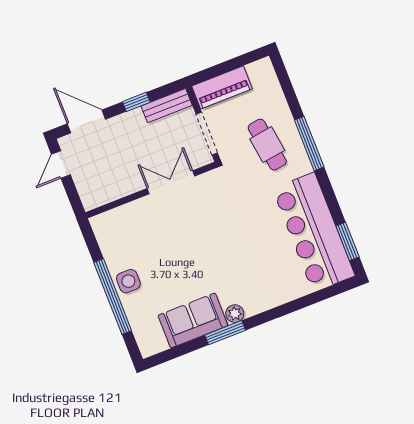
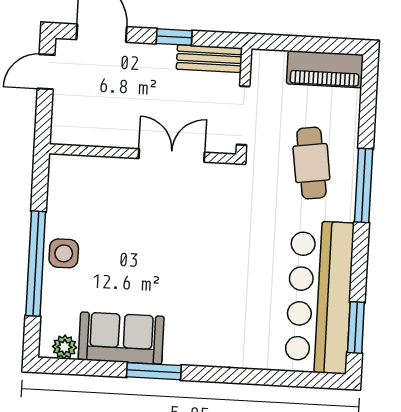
piano: (222, 87) -> (325, 69), moved
plant: (235, 314) -> (65, 347), moved

